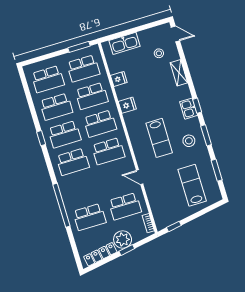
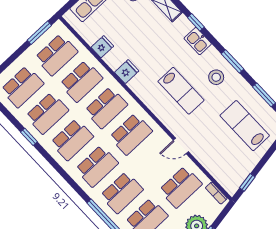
window: (197, 106) -> (196, 22), moved
window: (41, 138) -> (29, 137), moved
school desk: (81, 189) -> (122, 193), added

